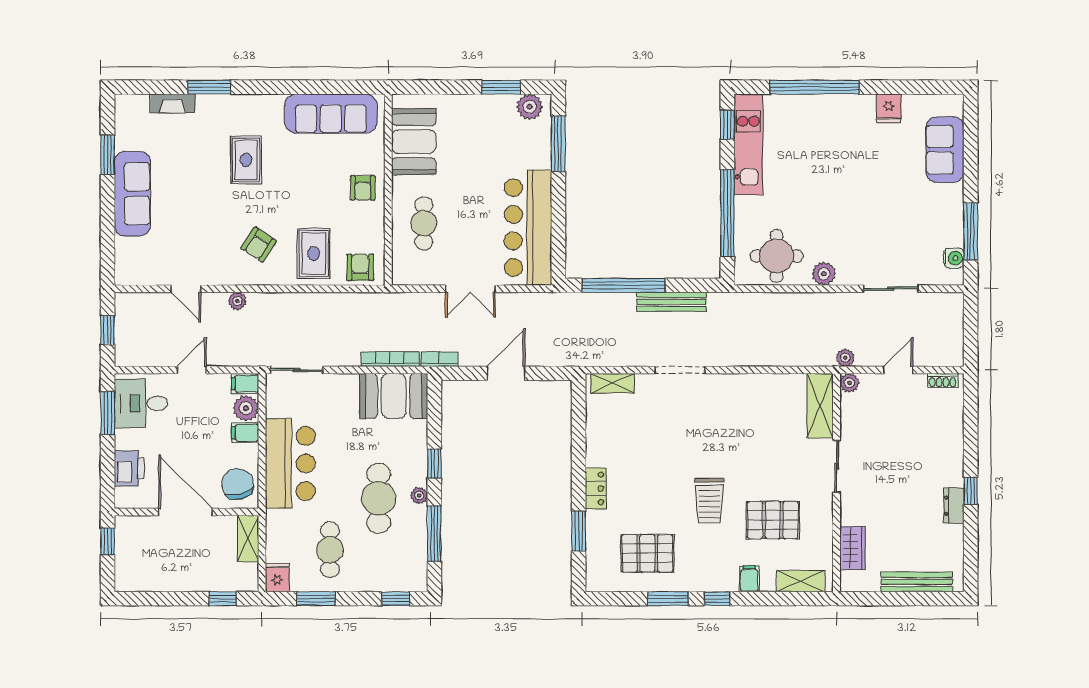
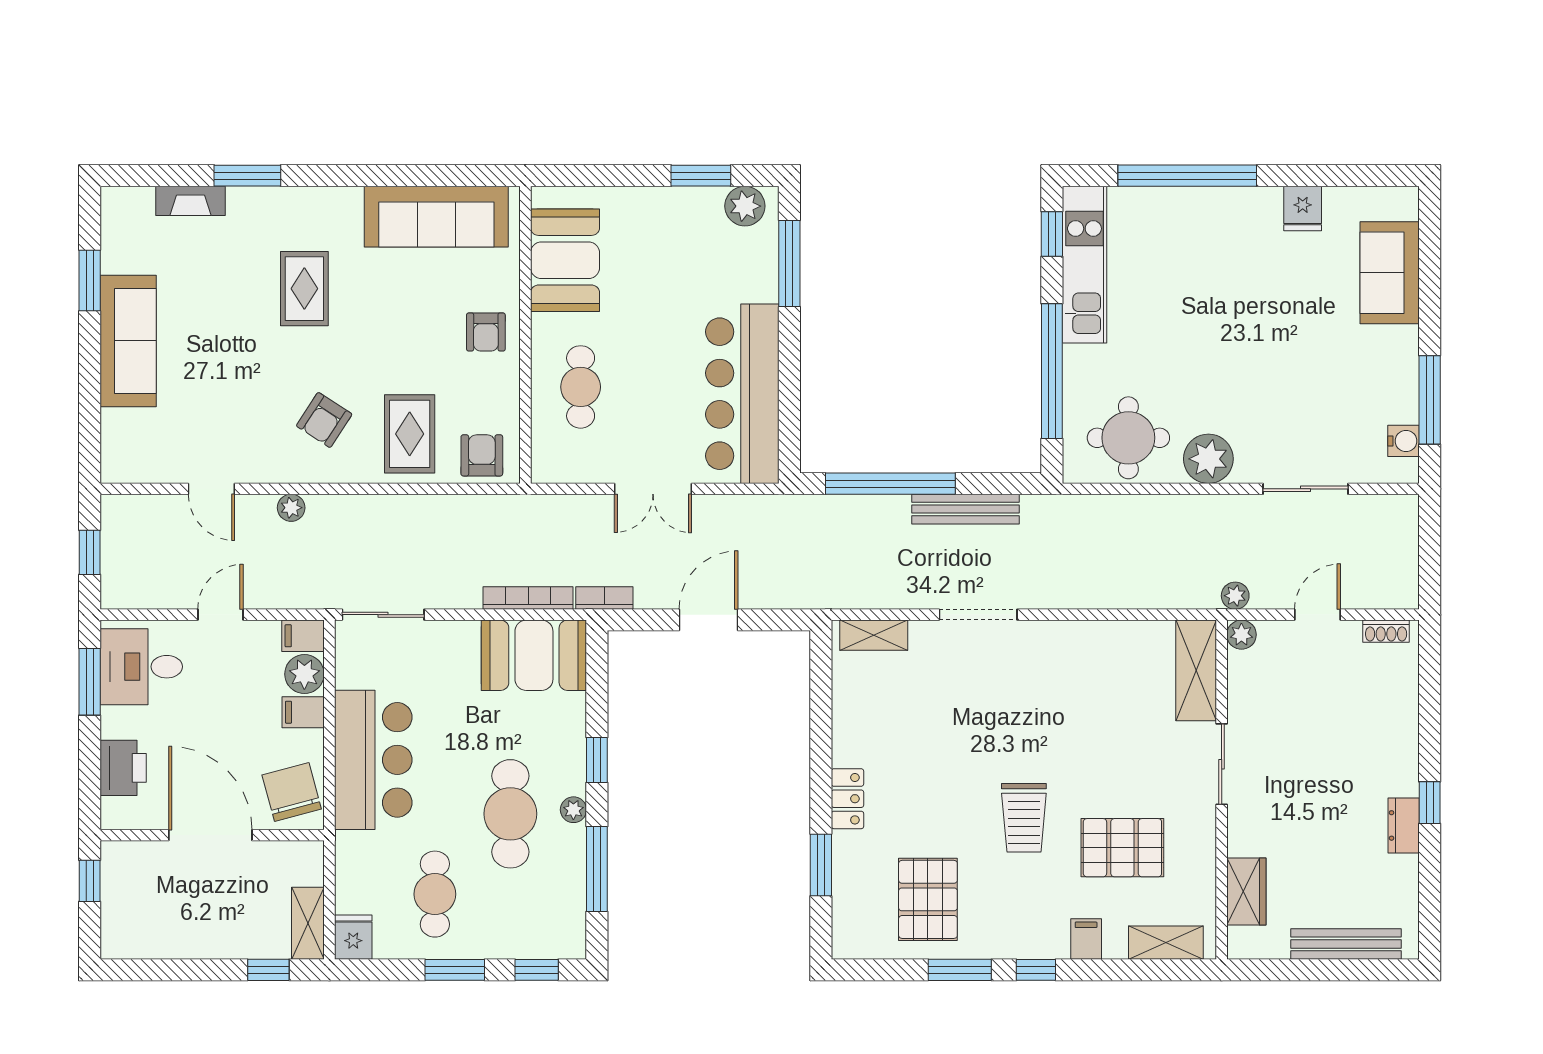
plant: (824, 274) -> (1208, 459), width x1.36, depth x1.36
shelving: (248, 539) -> (308, 923), moved
pallet: (647, 553) -> (928, 899), turned 90
window: (316, 599) -> (455, 970), moved

